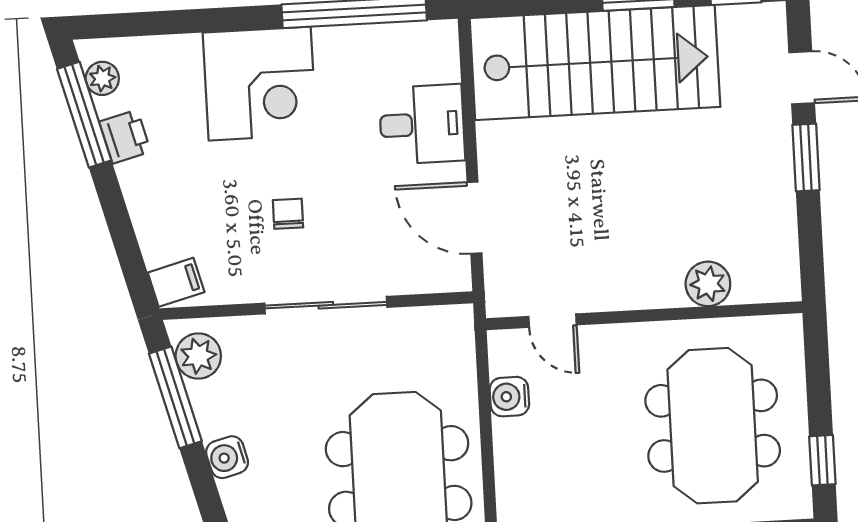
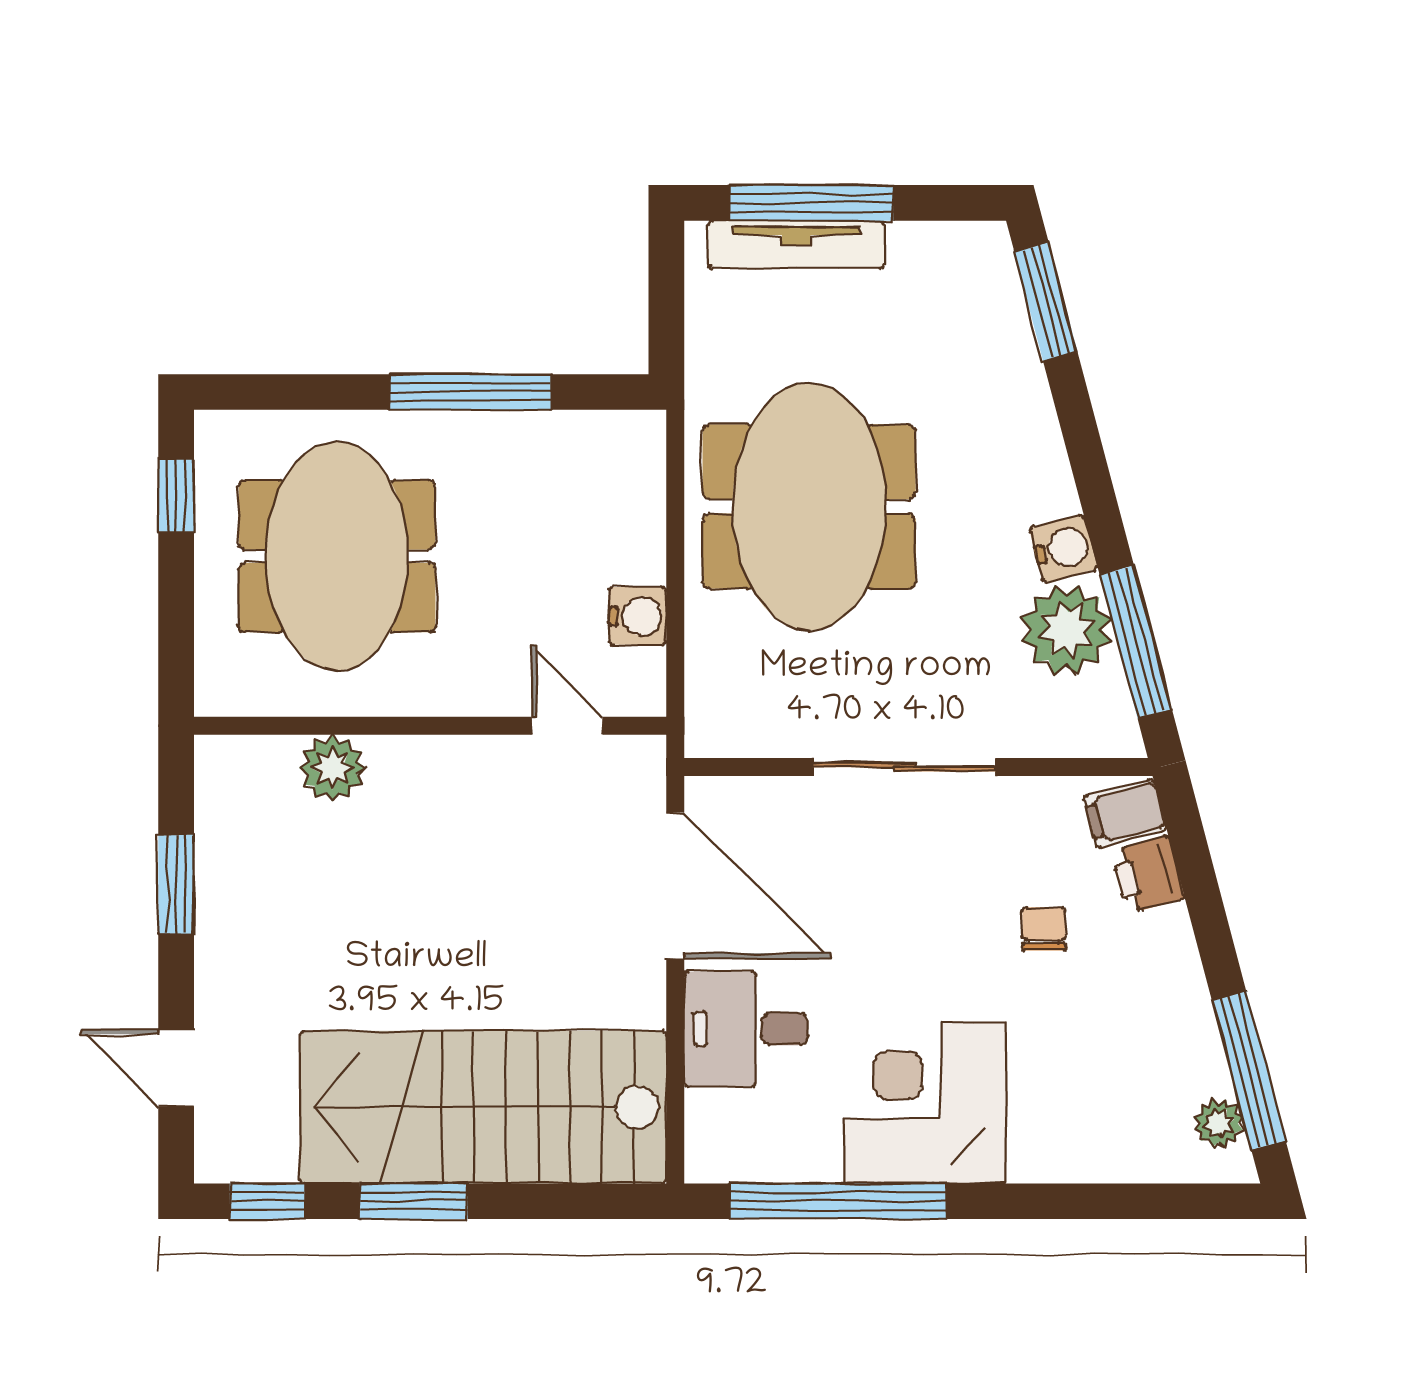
corner desk: (260, 84) -> (925, 1103), moved
printer: (125, 137) -> (1148, 874), moved
window: (806, 157) -> (176, 884), moved
chair: (288, 214) -> (1044, 929), moved, turned 180
door: (474, 218) -> (675, 885), width x1.36
plant: (198, 356) -> (1066, 630), moved, width x1.36, depth x1.36

